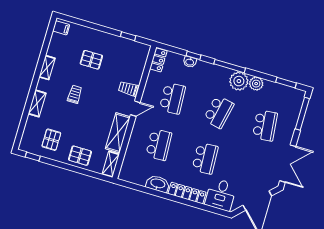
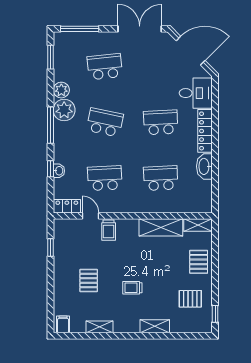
shelving: (47, 68) -> (100, 327), moved
door: (135, 109) -> (90, 216), moved

